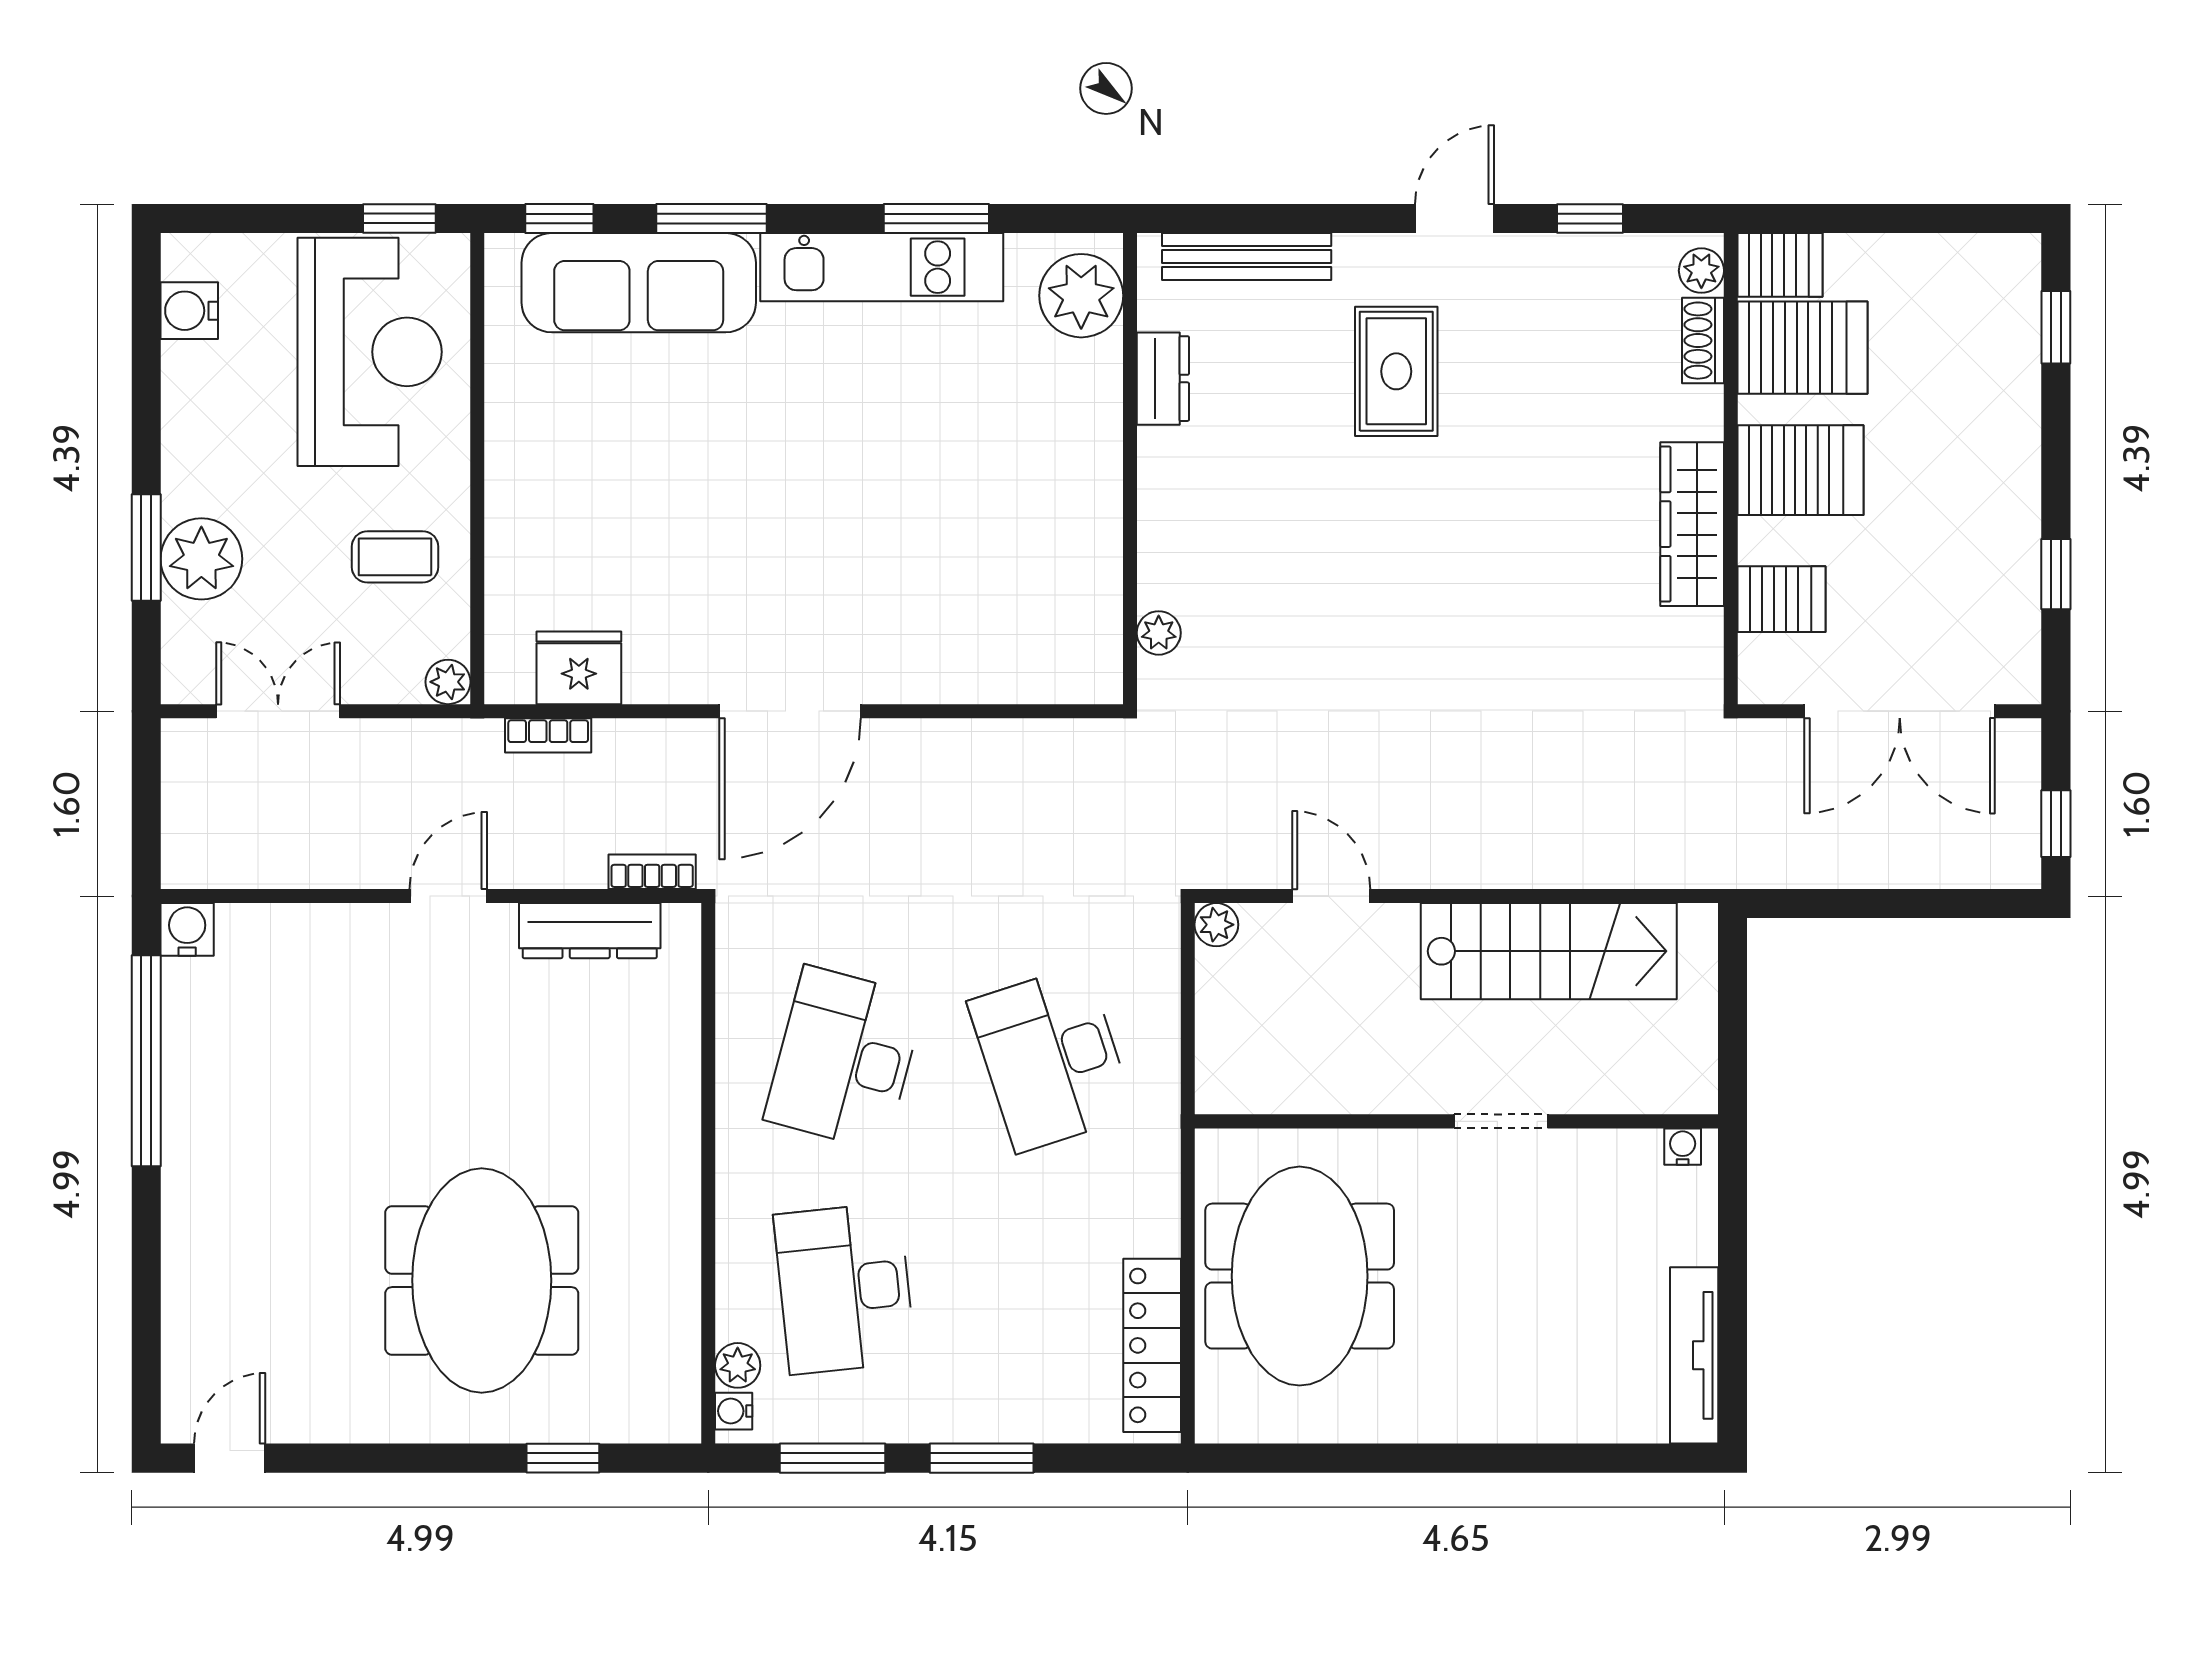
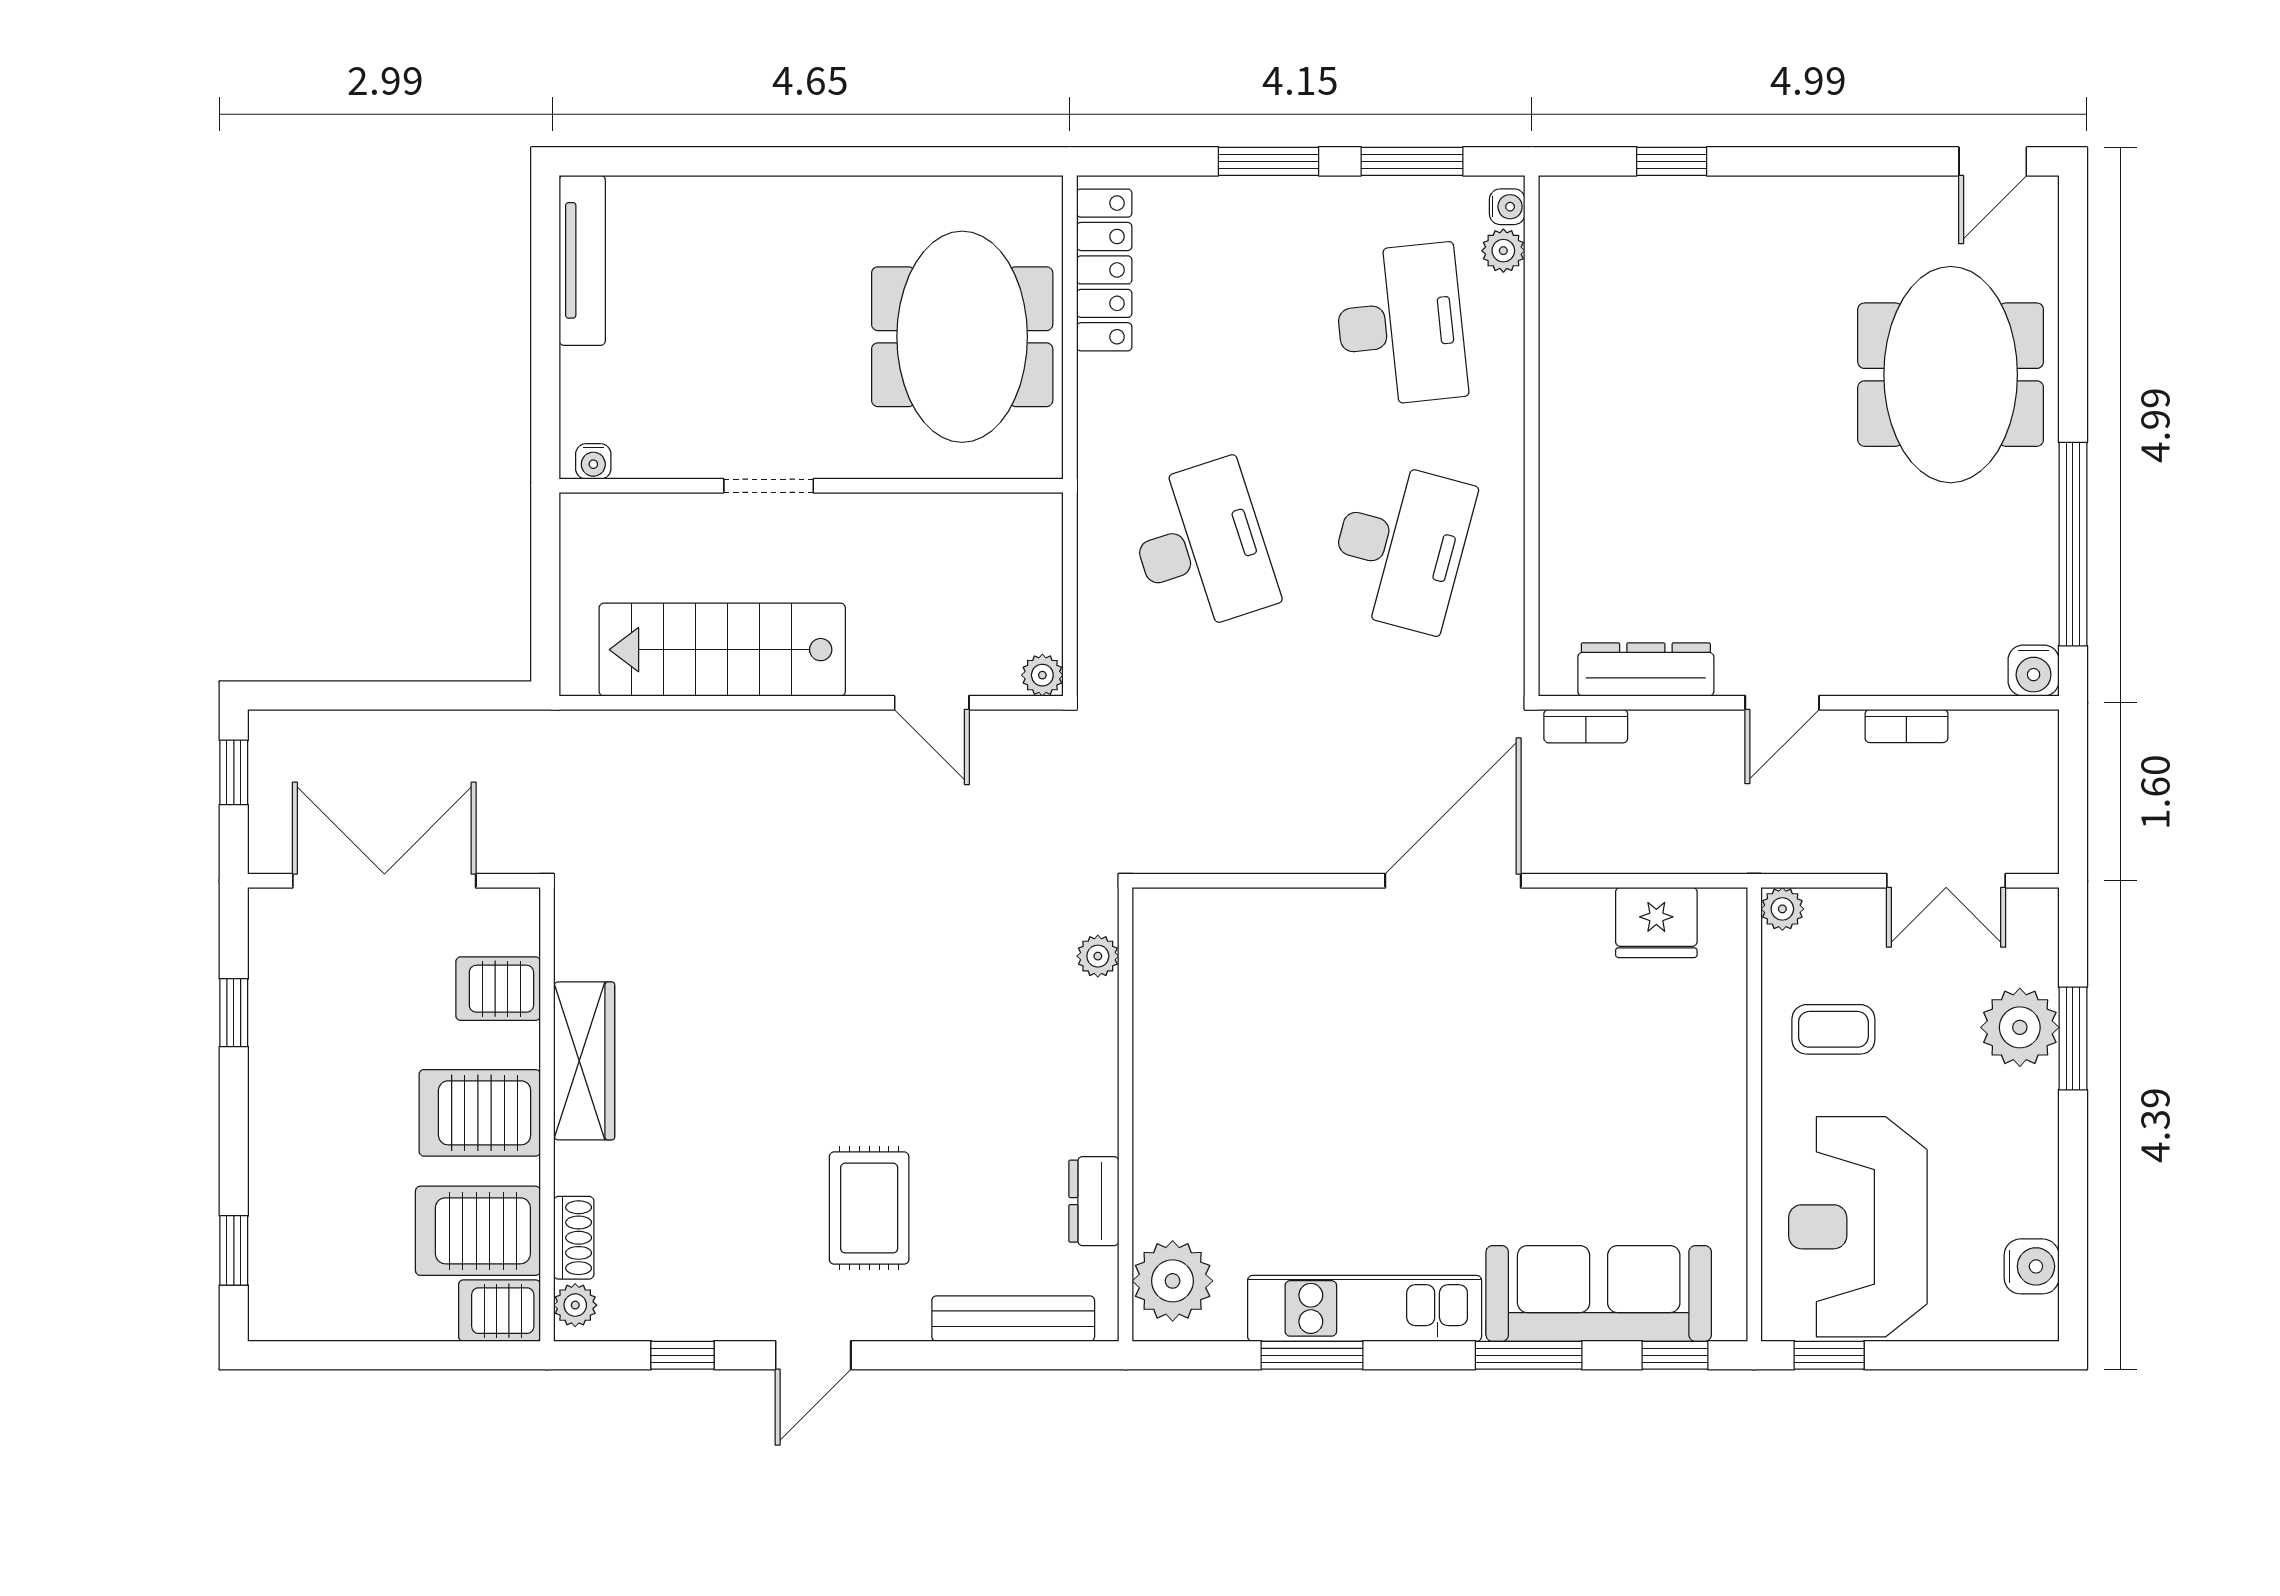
bookcase: (548, 735) -> (1906, 726), moved, turned 180
meeting table: (482, 1280) -> (1951, 375), moved

